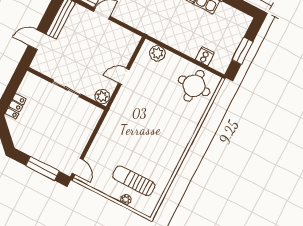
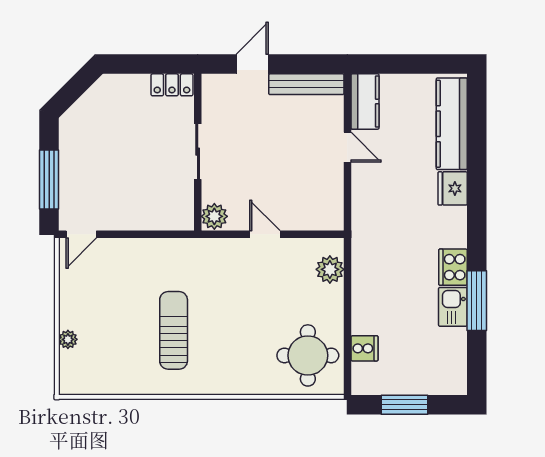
door: (37, 40) -> (252, 64), hinge flipped
locker: (16, 106) -> (172, 85), moved
sun lounger: (134, 181) -> (174, 330), moved

